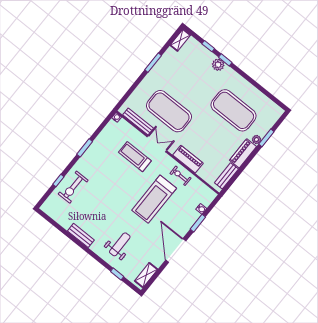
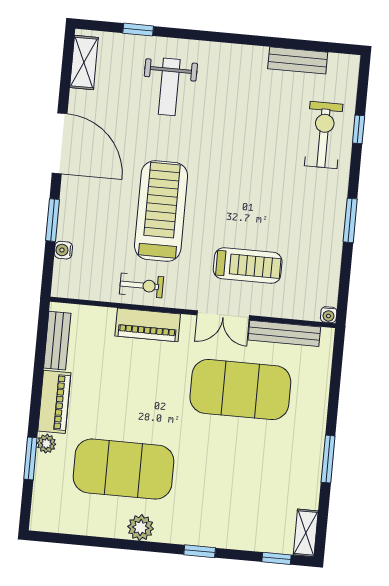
window: (208, 46) -> (276, 558), moved
plant: (218, 65) -> (141, 528), moved
bench: (81, 235) -> (298, 60), moved

